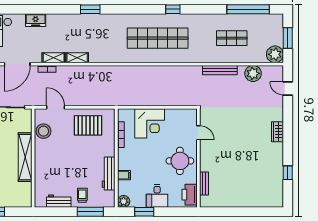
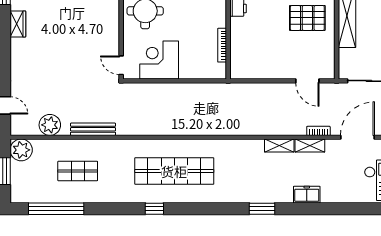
freezer: (36, 20) -> (307, 195), moved
corner desk: (150, 123) -> (159, 60), moved
pallet: (88, 125) -> (307, 18), moved
stool: (43, 131) -> (323, 50), removed
wardrobe: (278, 132) -> (18, 24), moved
door: (198, 133) -> (121, 65), moved

